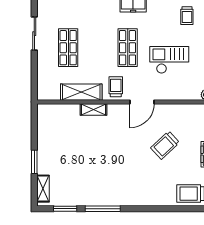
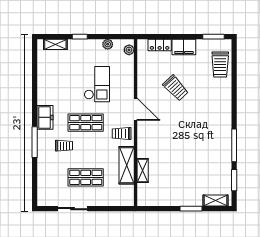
trolley: (187, 16) -> (64, 146), moved
checkout: (169, 60) -> (97, 84), turned 180
shelving: (94, 109) -> (143, 171), moved

